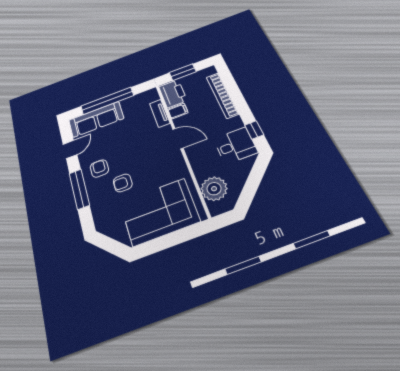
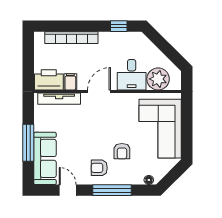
window: (183, 72) -> (28, 63), removed
window: (107, 101) -> (28, 143), width x0.68
tv unit: (160, 113) -> (59, 99), width x1.41
desk: (235, 146) -> (132, 75), moved, turned 180
floor lamp: (99, 221) -> (149, 180), added

